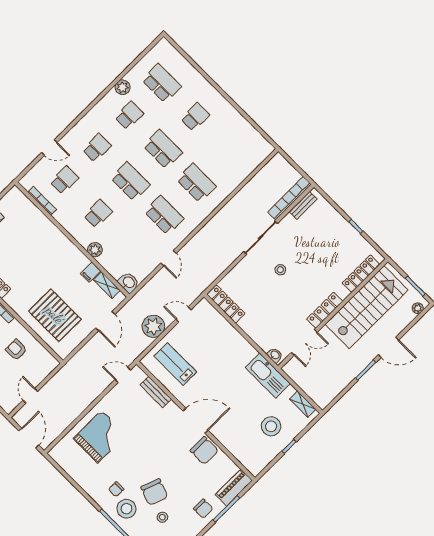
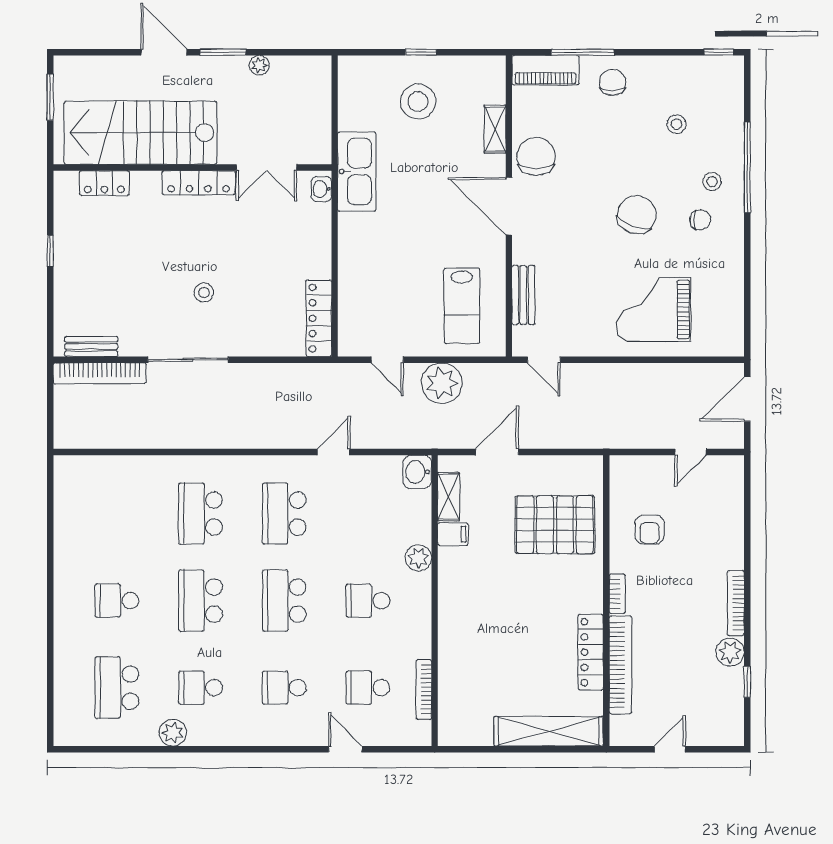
locker: (361, 274) -> (104, 183), width x0.66
plant: (418, 308) -> (259, 65), moved
pallet: (55, 315) -> (555, 525), turned 90
double door: (304, 342) -> (266, 167), swing flipped
shelving: (303, 404) -> (495, 129), moved
chair: (154, 492) -> (637, 215), moved
stool: (126, 509) -> (712, 182), width x0.53, depth x0.53

